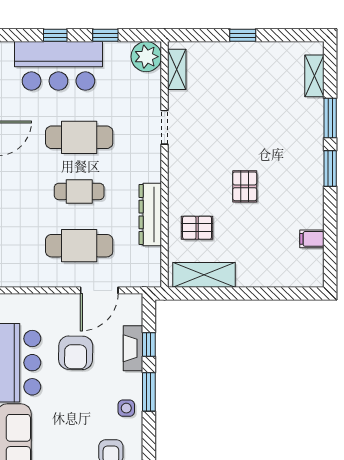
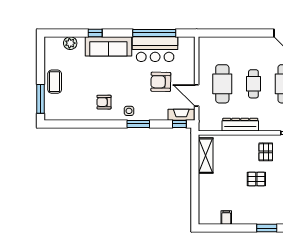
pallet: (197, 228) -> (266, 152), moved
window: (149, 344) -> (179, 124), moved
fireplace: (133, 348) -> (181, 115), moved

